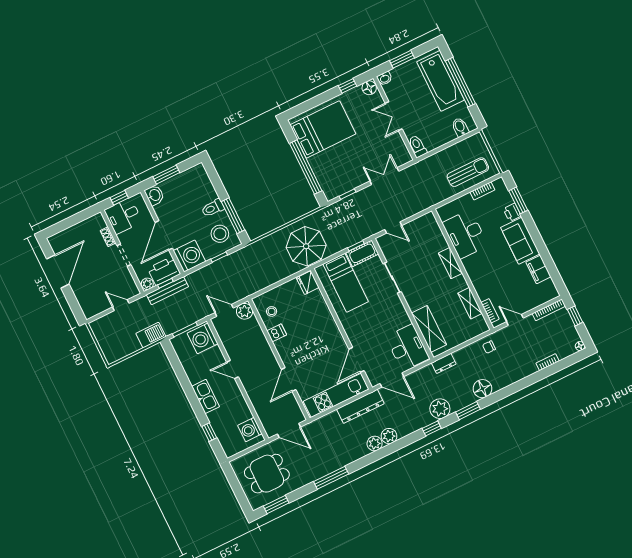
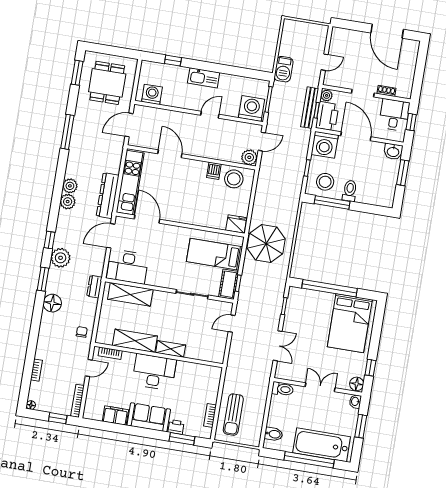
desk: (465, 234) -> (154, 372), moved
shelving: (470, 303) -> (135, 341), width x1.50, depth x1.33
stool: (272, 311) -> (234, 179), width x1.89, depth x1.89

